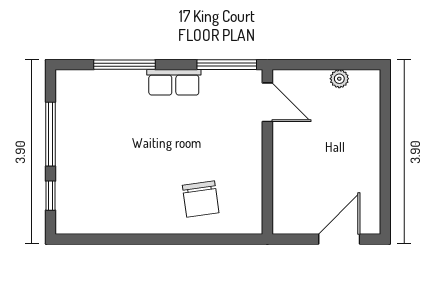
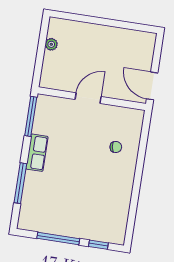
door: (267, 102) -> (88, 98), moved
chair: (201, 199) -> (116, 147), width x0.54, depth x0.54
door: (339, 239) -> (152, 86), moved

